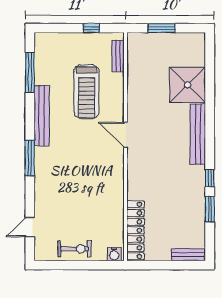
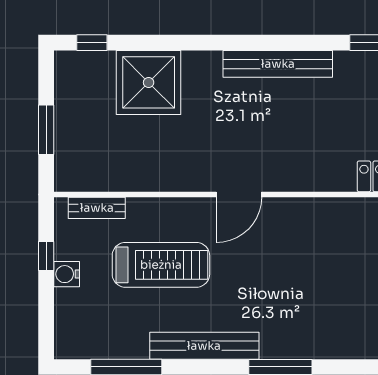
water cooler: (81, 39) -> (67, 274), added
bench: (198, 134) -> (278, 64), moved
window: (210, 178) -> (92, 43), moved

